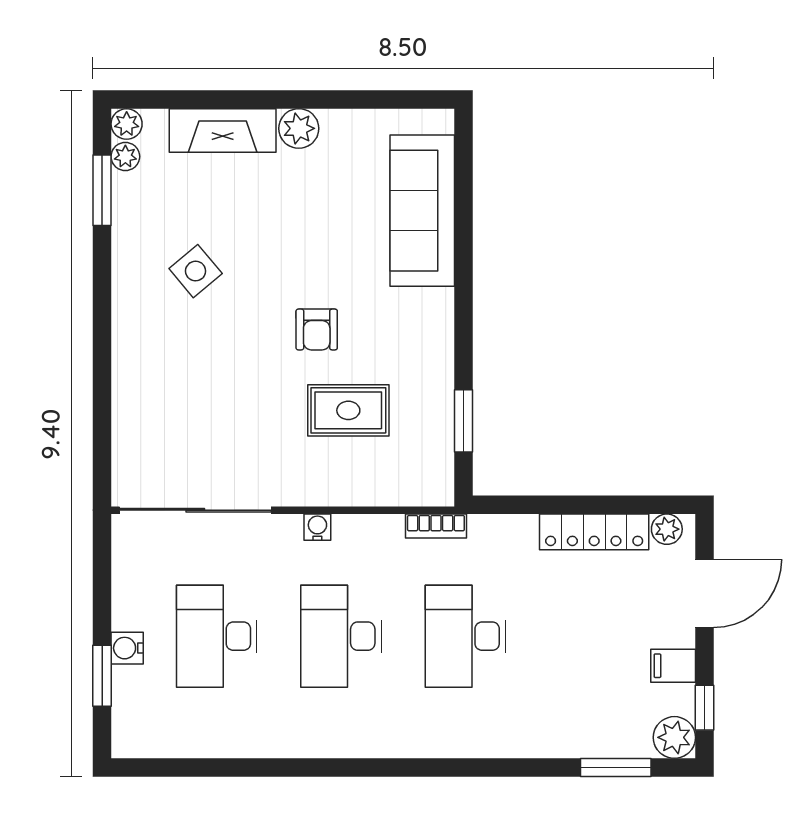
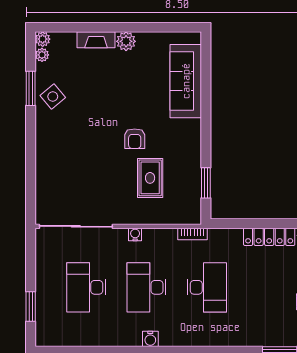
fireplace: (223, 131) -> (96, 40), width x0.73, depth x0.76
window: (102, 190) -> (31, 88), moved
side table: (196, 271) -> (53, 96), moved
rug: (348, 410) -> (150, 178), turned 90
desk: (465, 636) -> (207, 287), turned 180
water cooler: (127, 648) -> (150, 339), moved, turned -90

